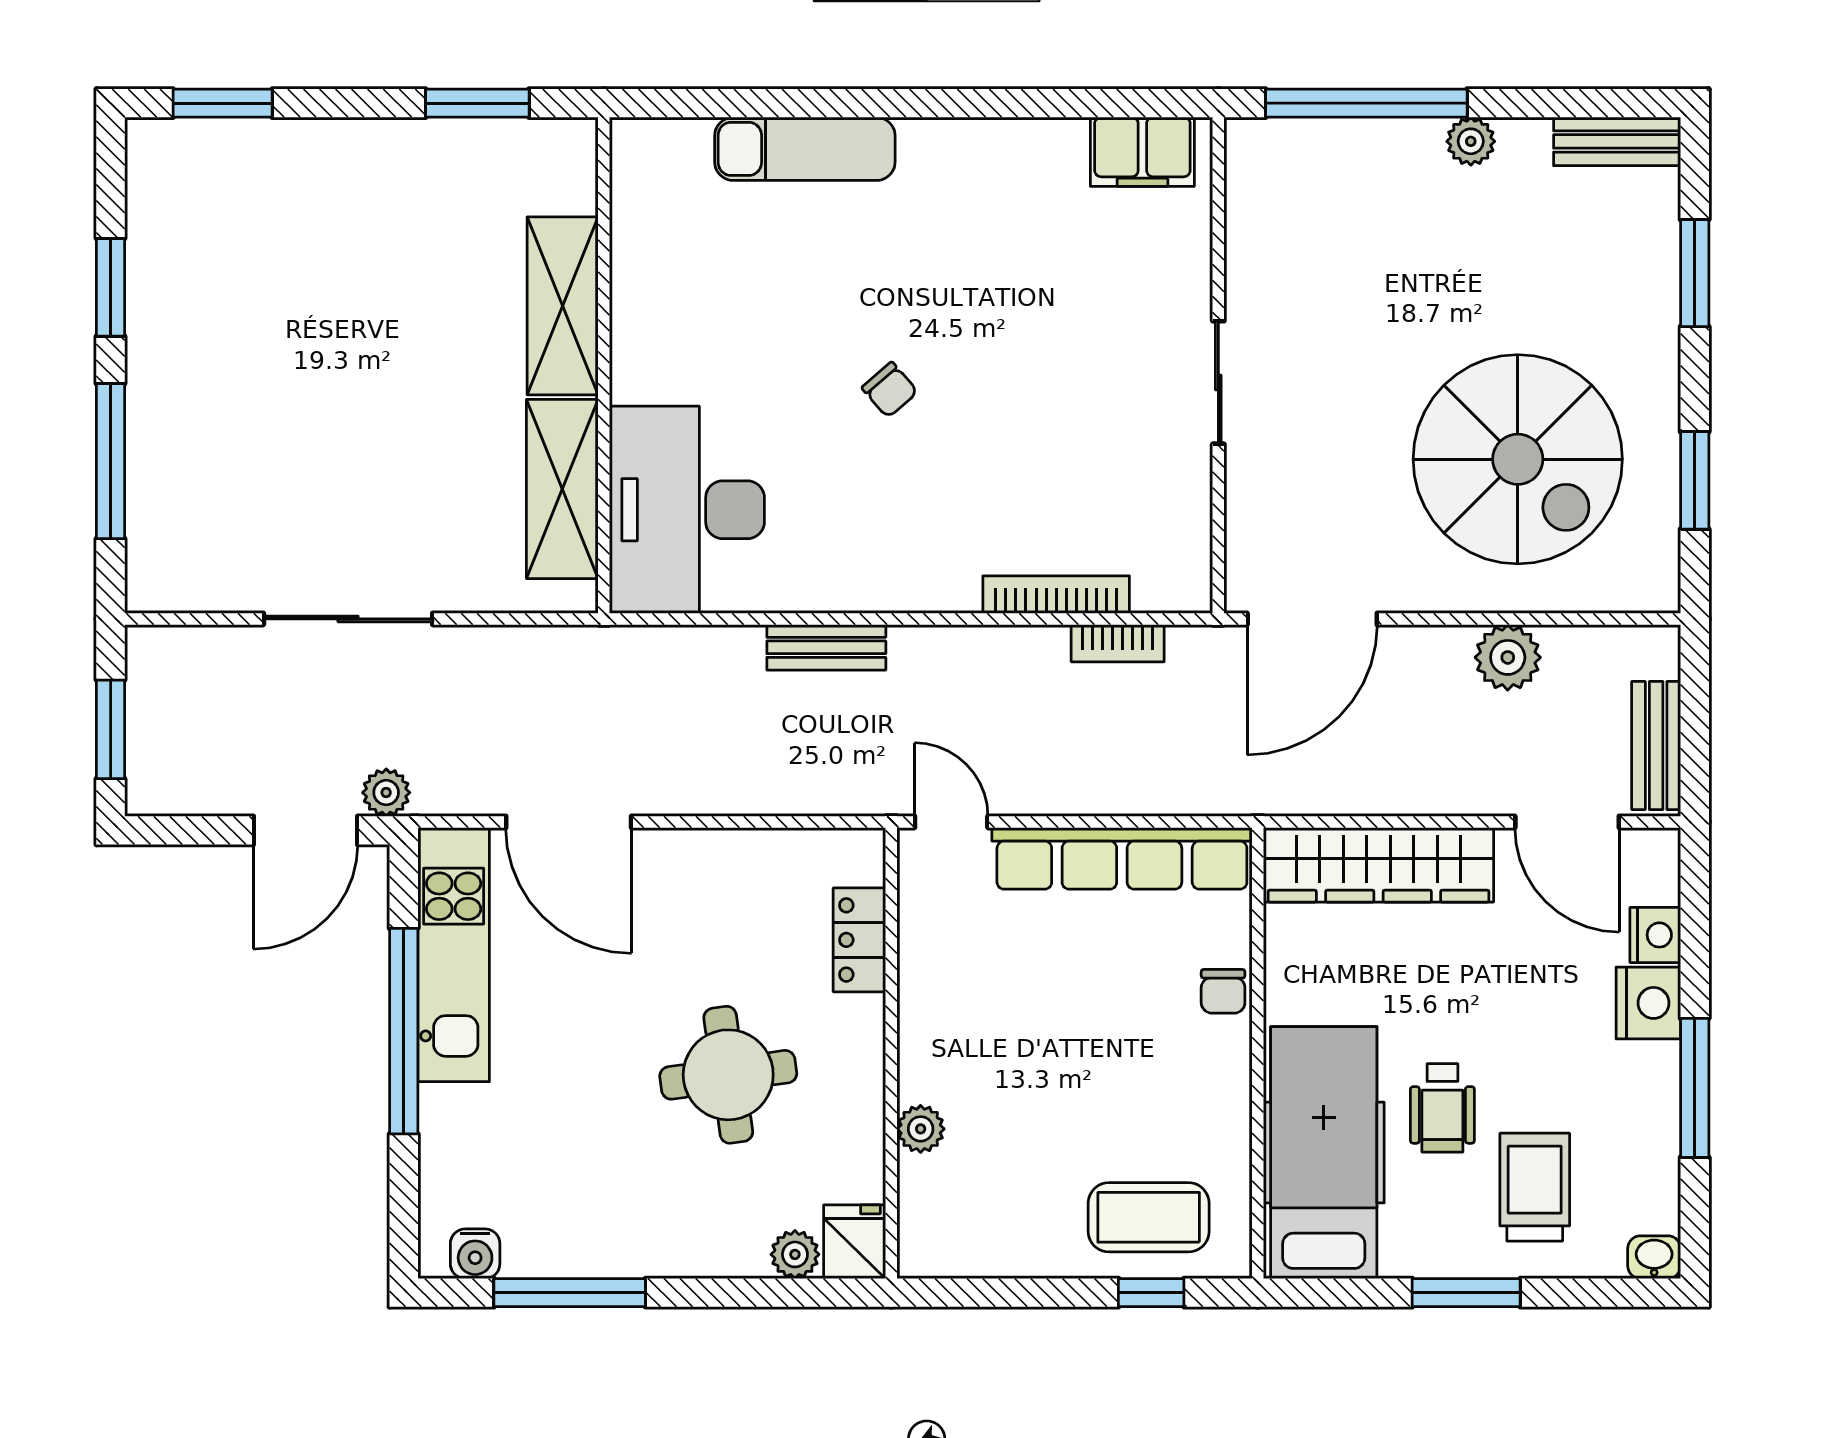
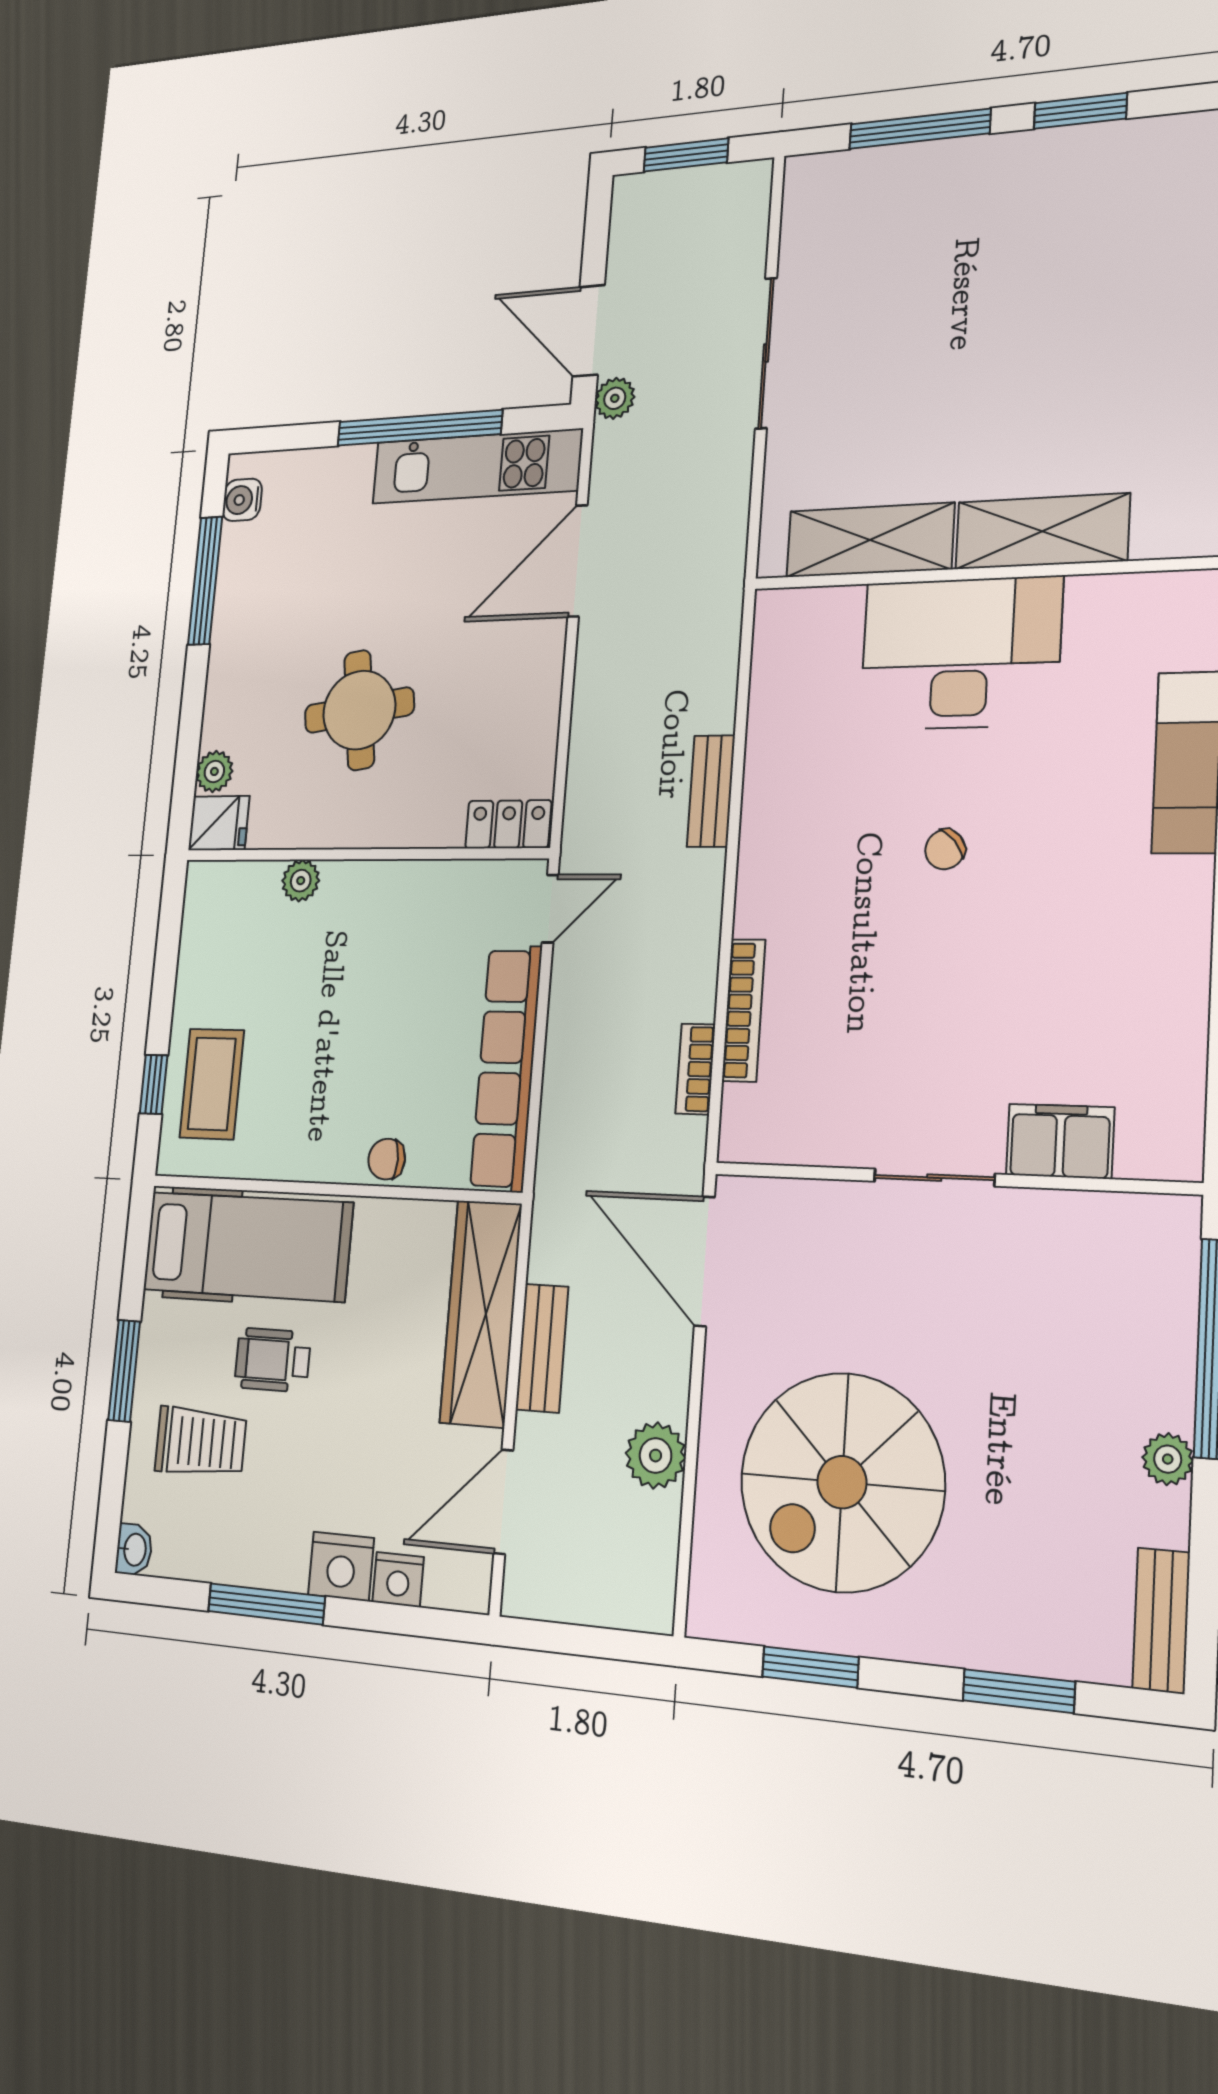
filing cabinet: (1142, 152) -> (1060, 1141), moved, turned 90
desk: (687, 510) -> (961, 653), moved
bench: (1656, 746) -> (542, 1348), moved, turned 90
locker: (859, 940) -> (508, 824), moved

